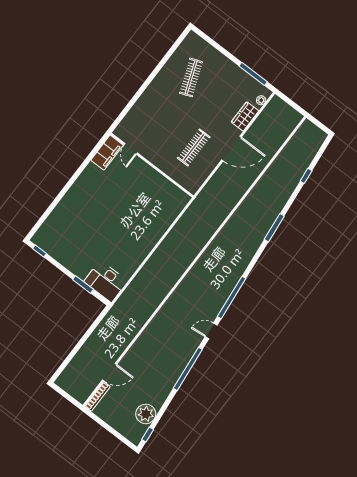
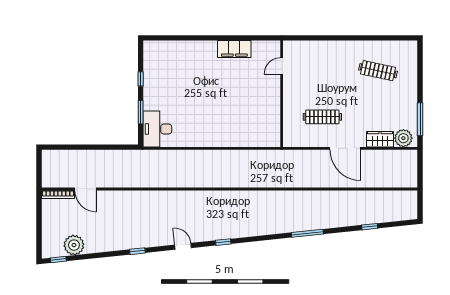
clothes rail: (191, 77) -> (378, 71), turned 33
plant: (261, 100) -> (403, 138), width x1.87, depth x1.87
filing cabinet: (107, 153) -> (234, 49), moved
window: (39, 251) -> (141, 79), moved
window: (232, 298) -> (223, 242), width x0.32
window: (188, 369) -> (137, 251), width x0.32

